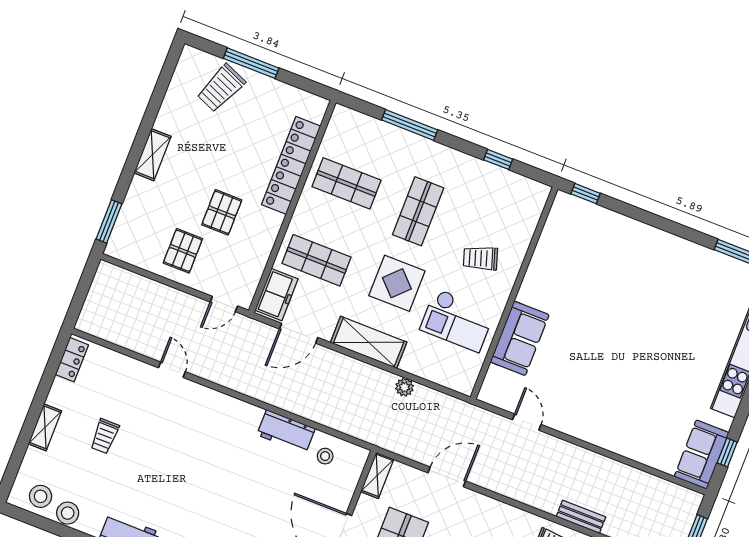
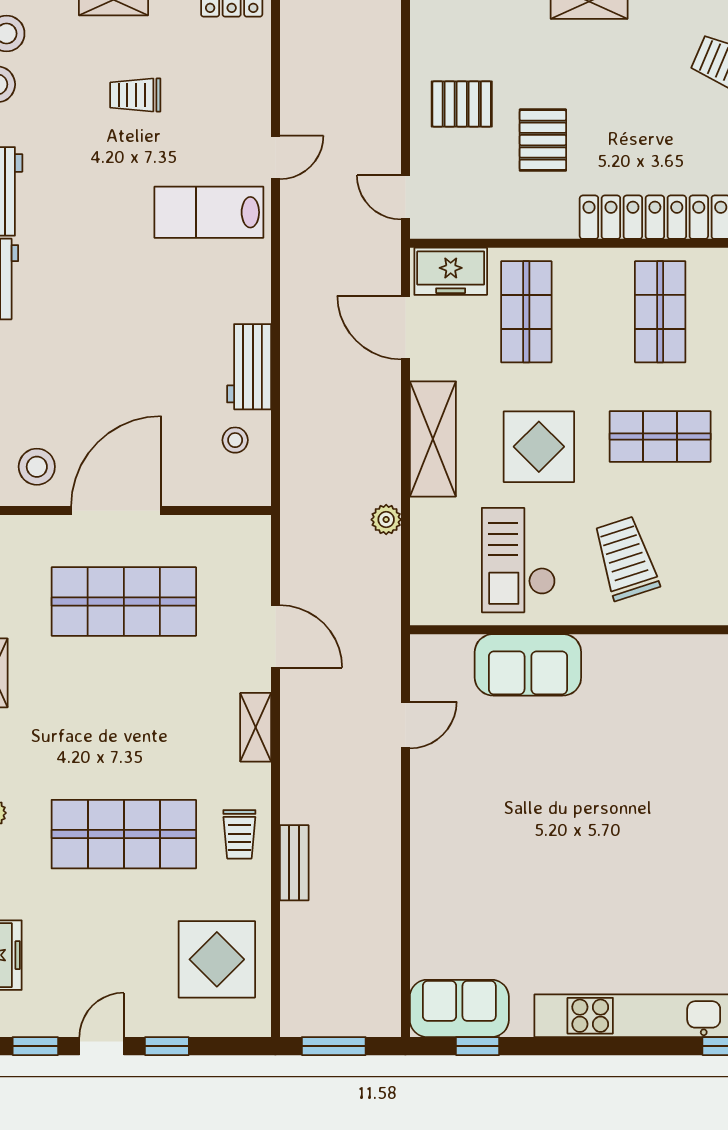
pallet: (222, 212) -> (543, 140), turned 90
trolley: (480, 258) -> (626, 558), width x1.36, depth x1.39
lab bench: (188, 420) -> (209, 212), added
shelving: (377, 475) -> (256, 727), moved, turned 90

